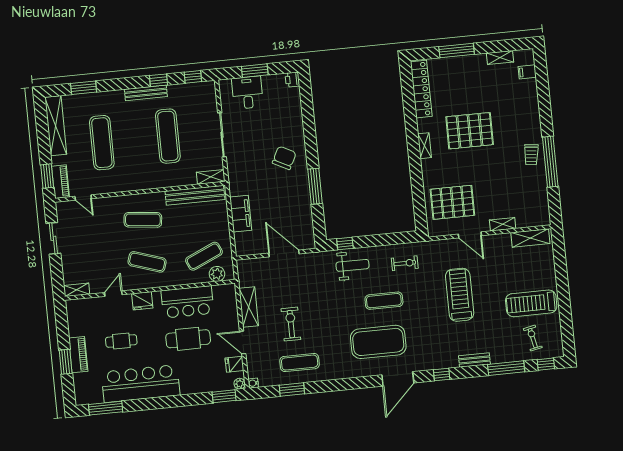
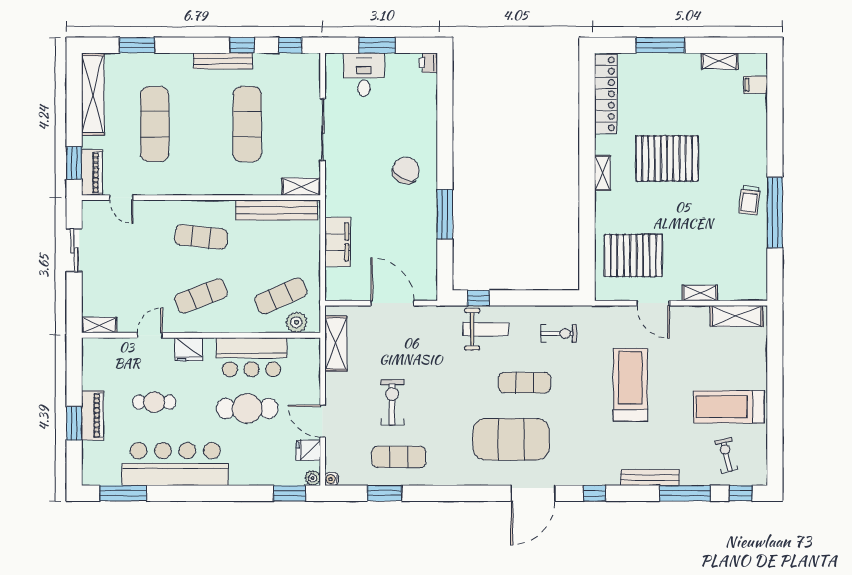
exercise mat: (147, 262) -> (201, 296), turned -39
shelving: (249, 307) -> (336, 344), moved
bench: (474, 360) -> (650, 478), width x1.36

